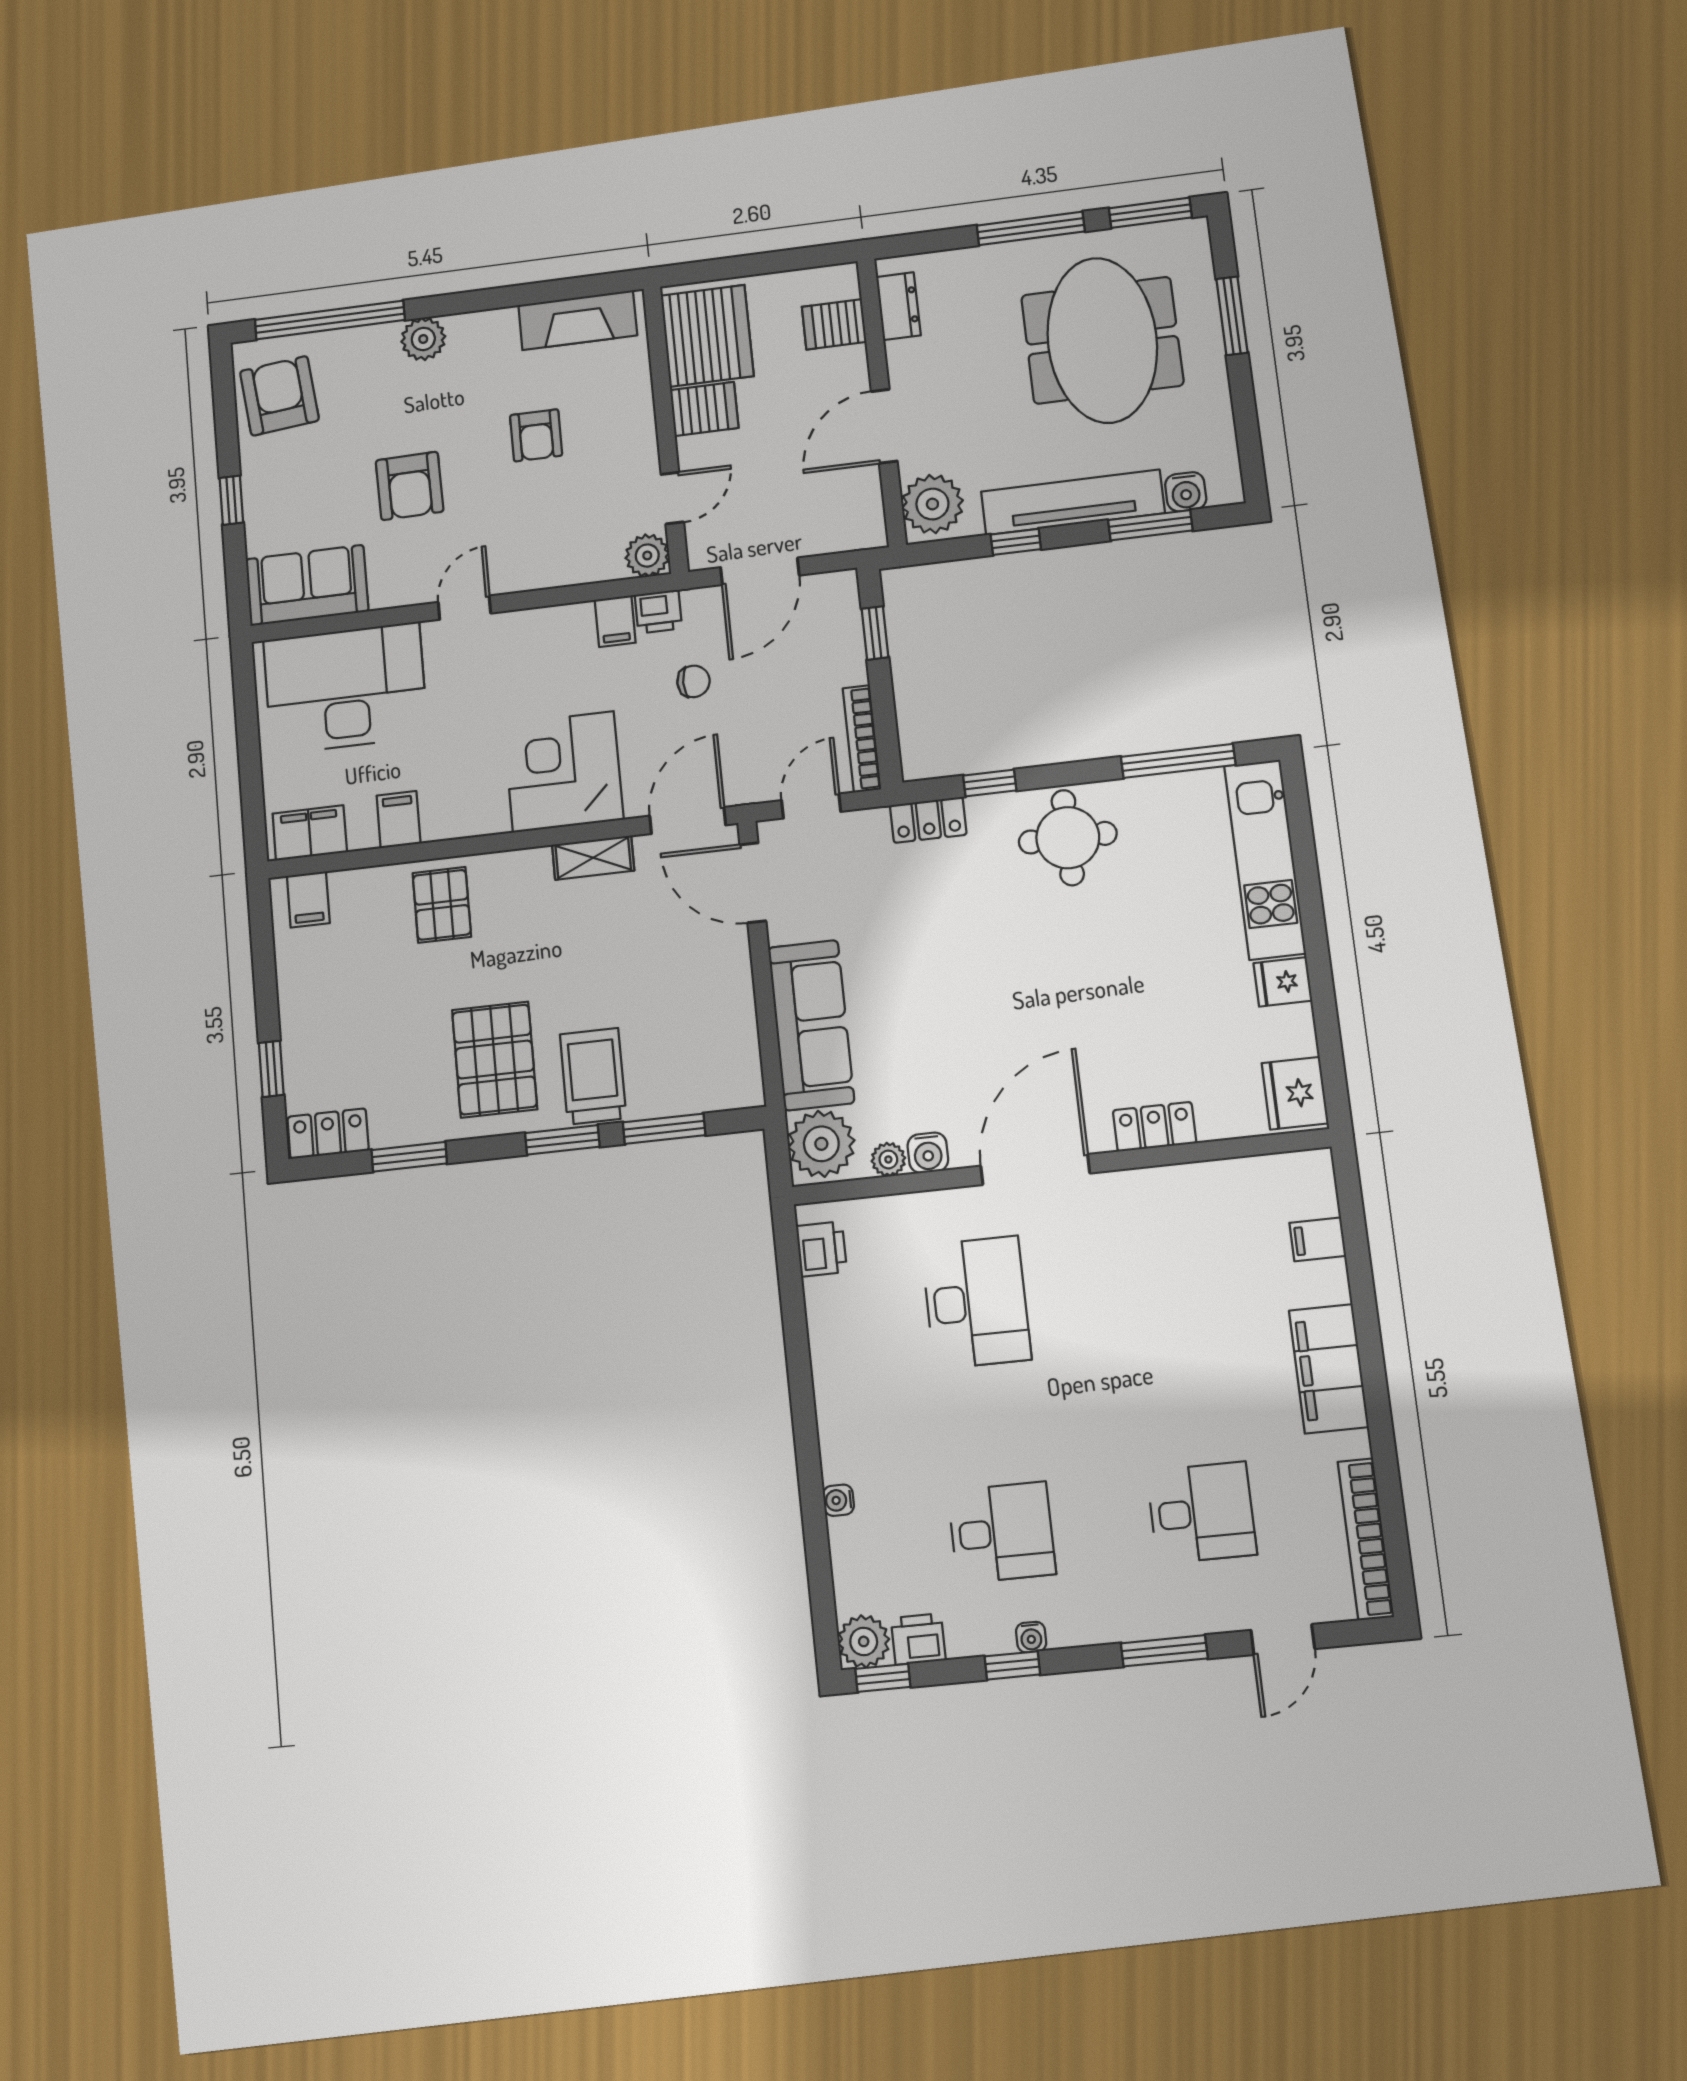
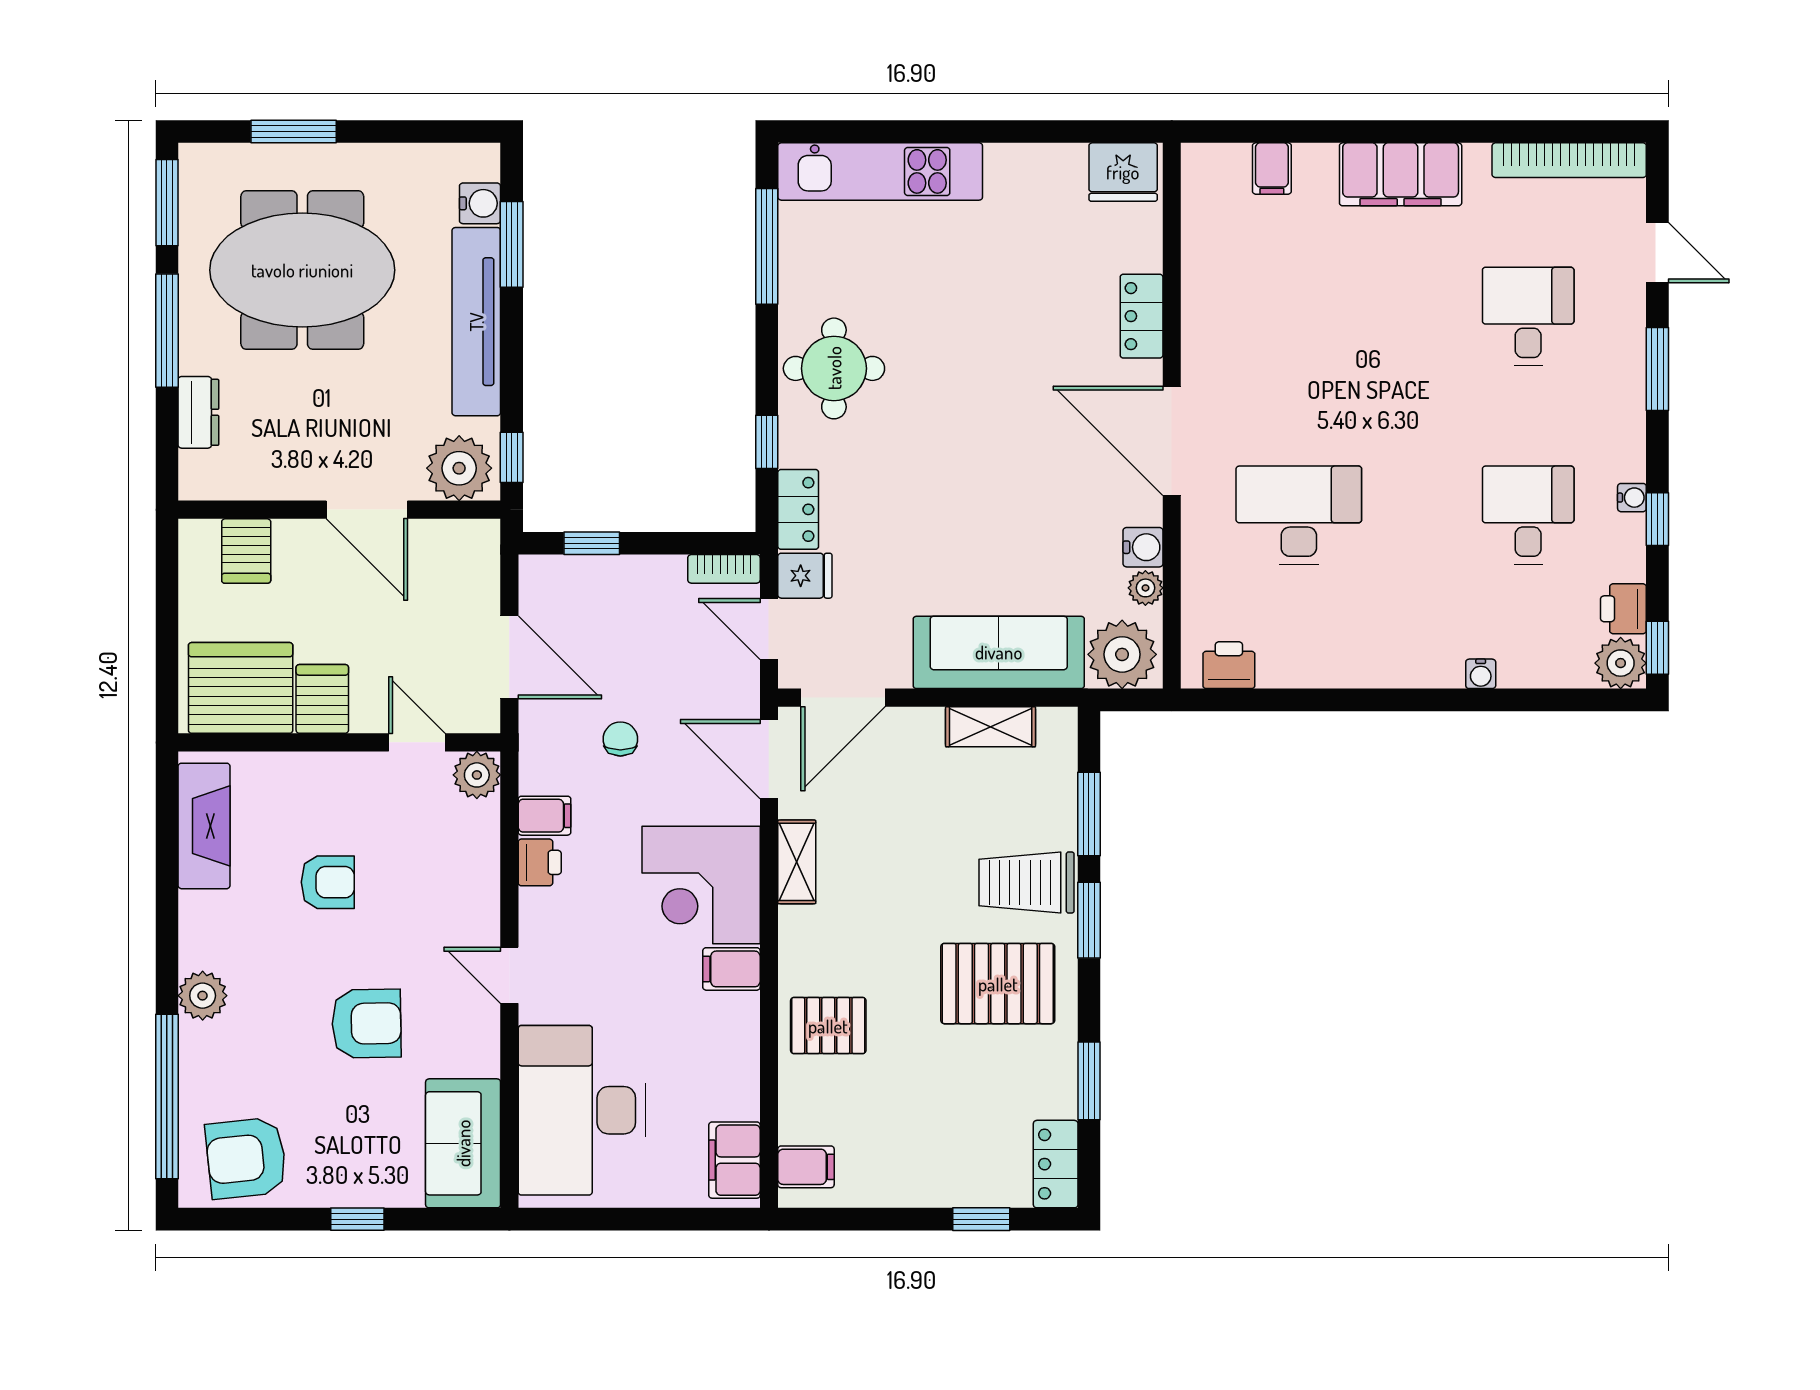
dresser: (898, 306) -> (198, 412), moved, turned 90
window: (1016, 542) -> (512, 457), moved
printer: (658, 612) -> (540, 862), moved
bookcase: (862, 739) -> (724, 569), width x0.64
filing cabinet: (398, 820) -> (731, 969), moved
fridge: (1283, 982) -> (805, 576), moved, turned -90
shelving: (739, 1025) -> (991, 727), added

